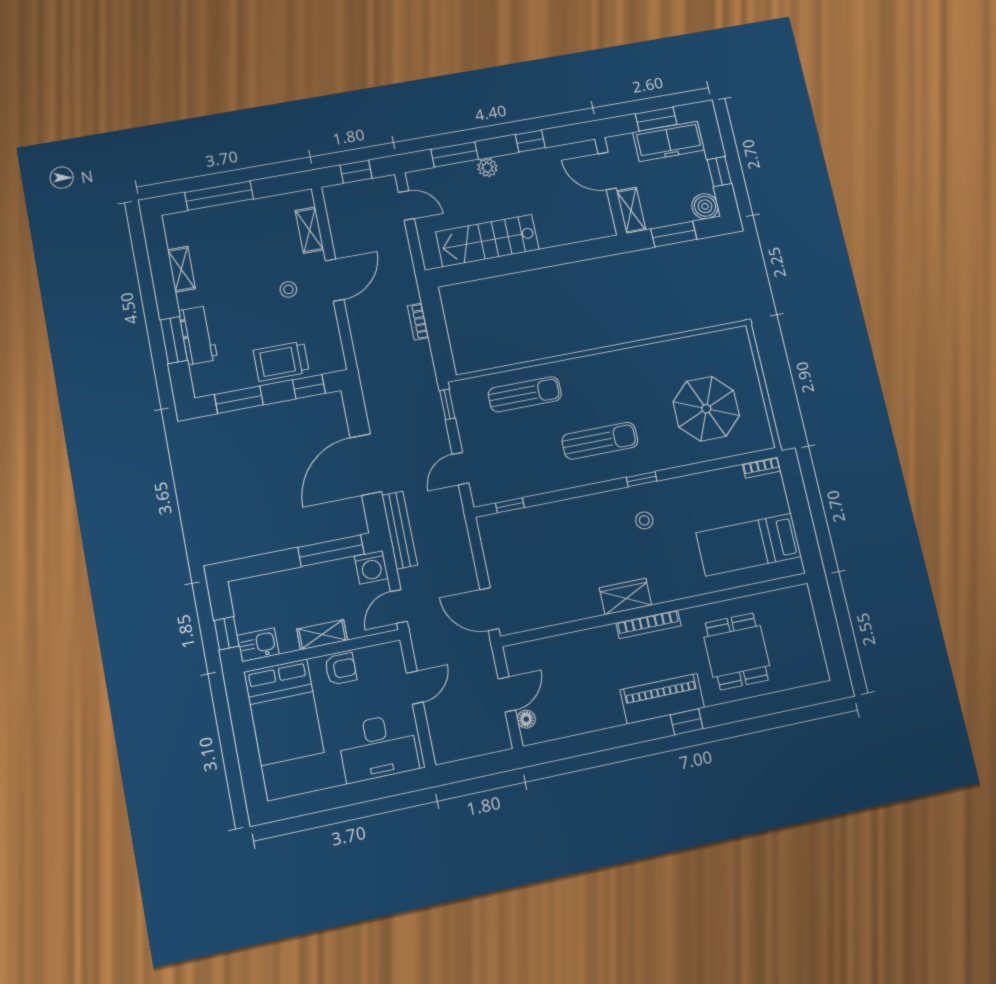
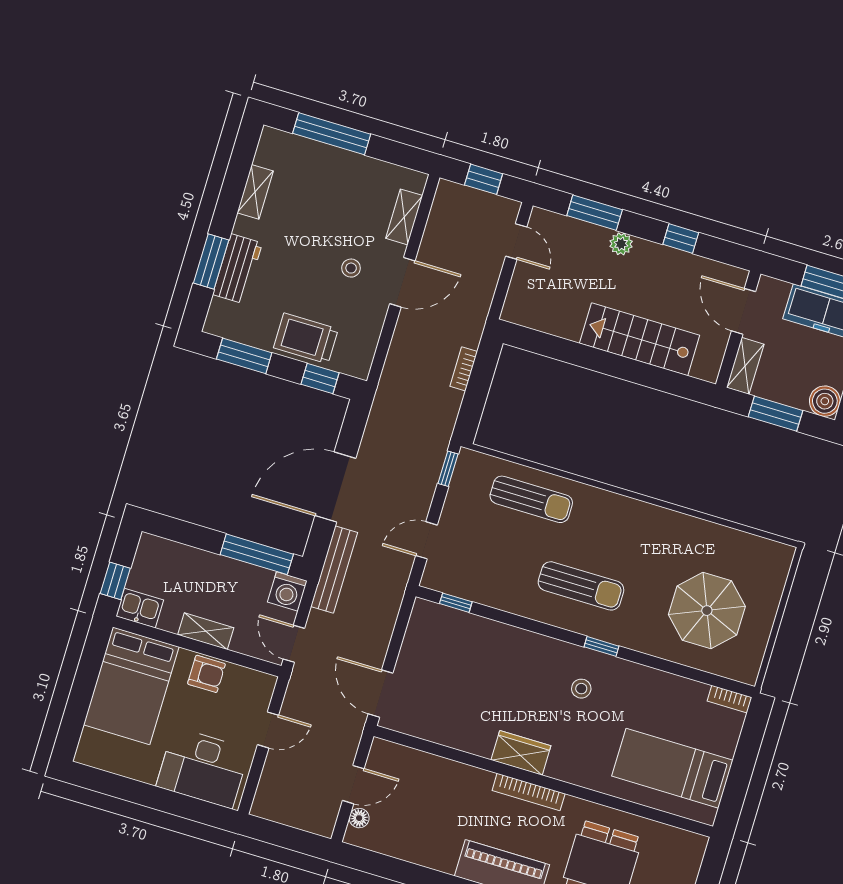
stairs: (487, 241) -> (640, 339), moved
door: (399, 606) -> (294, 644), hinge flipped

